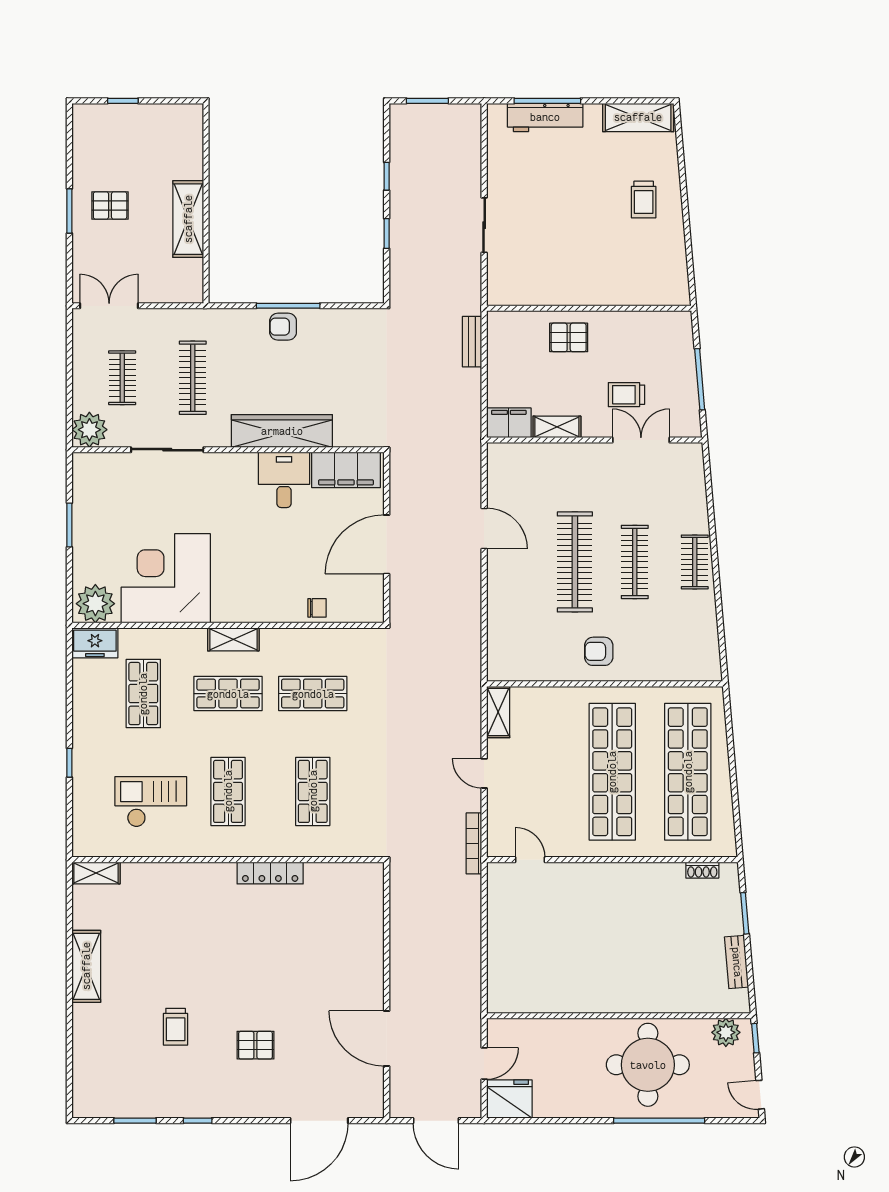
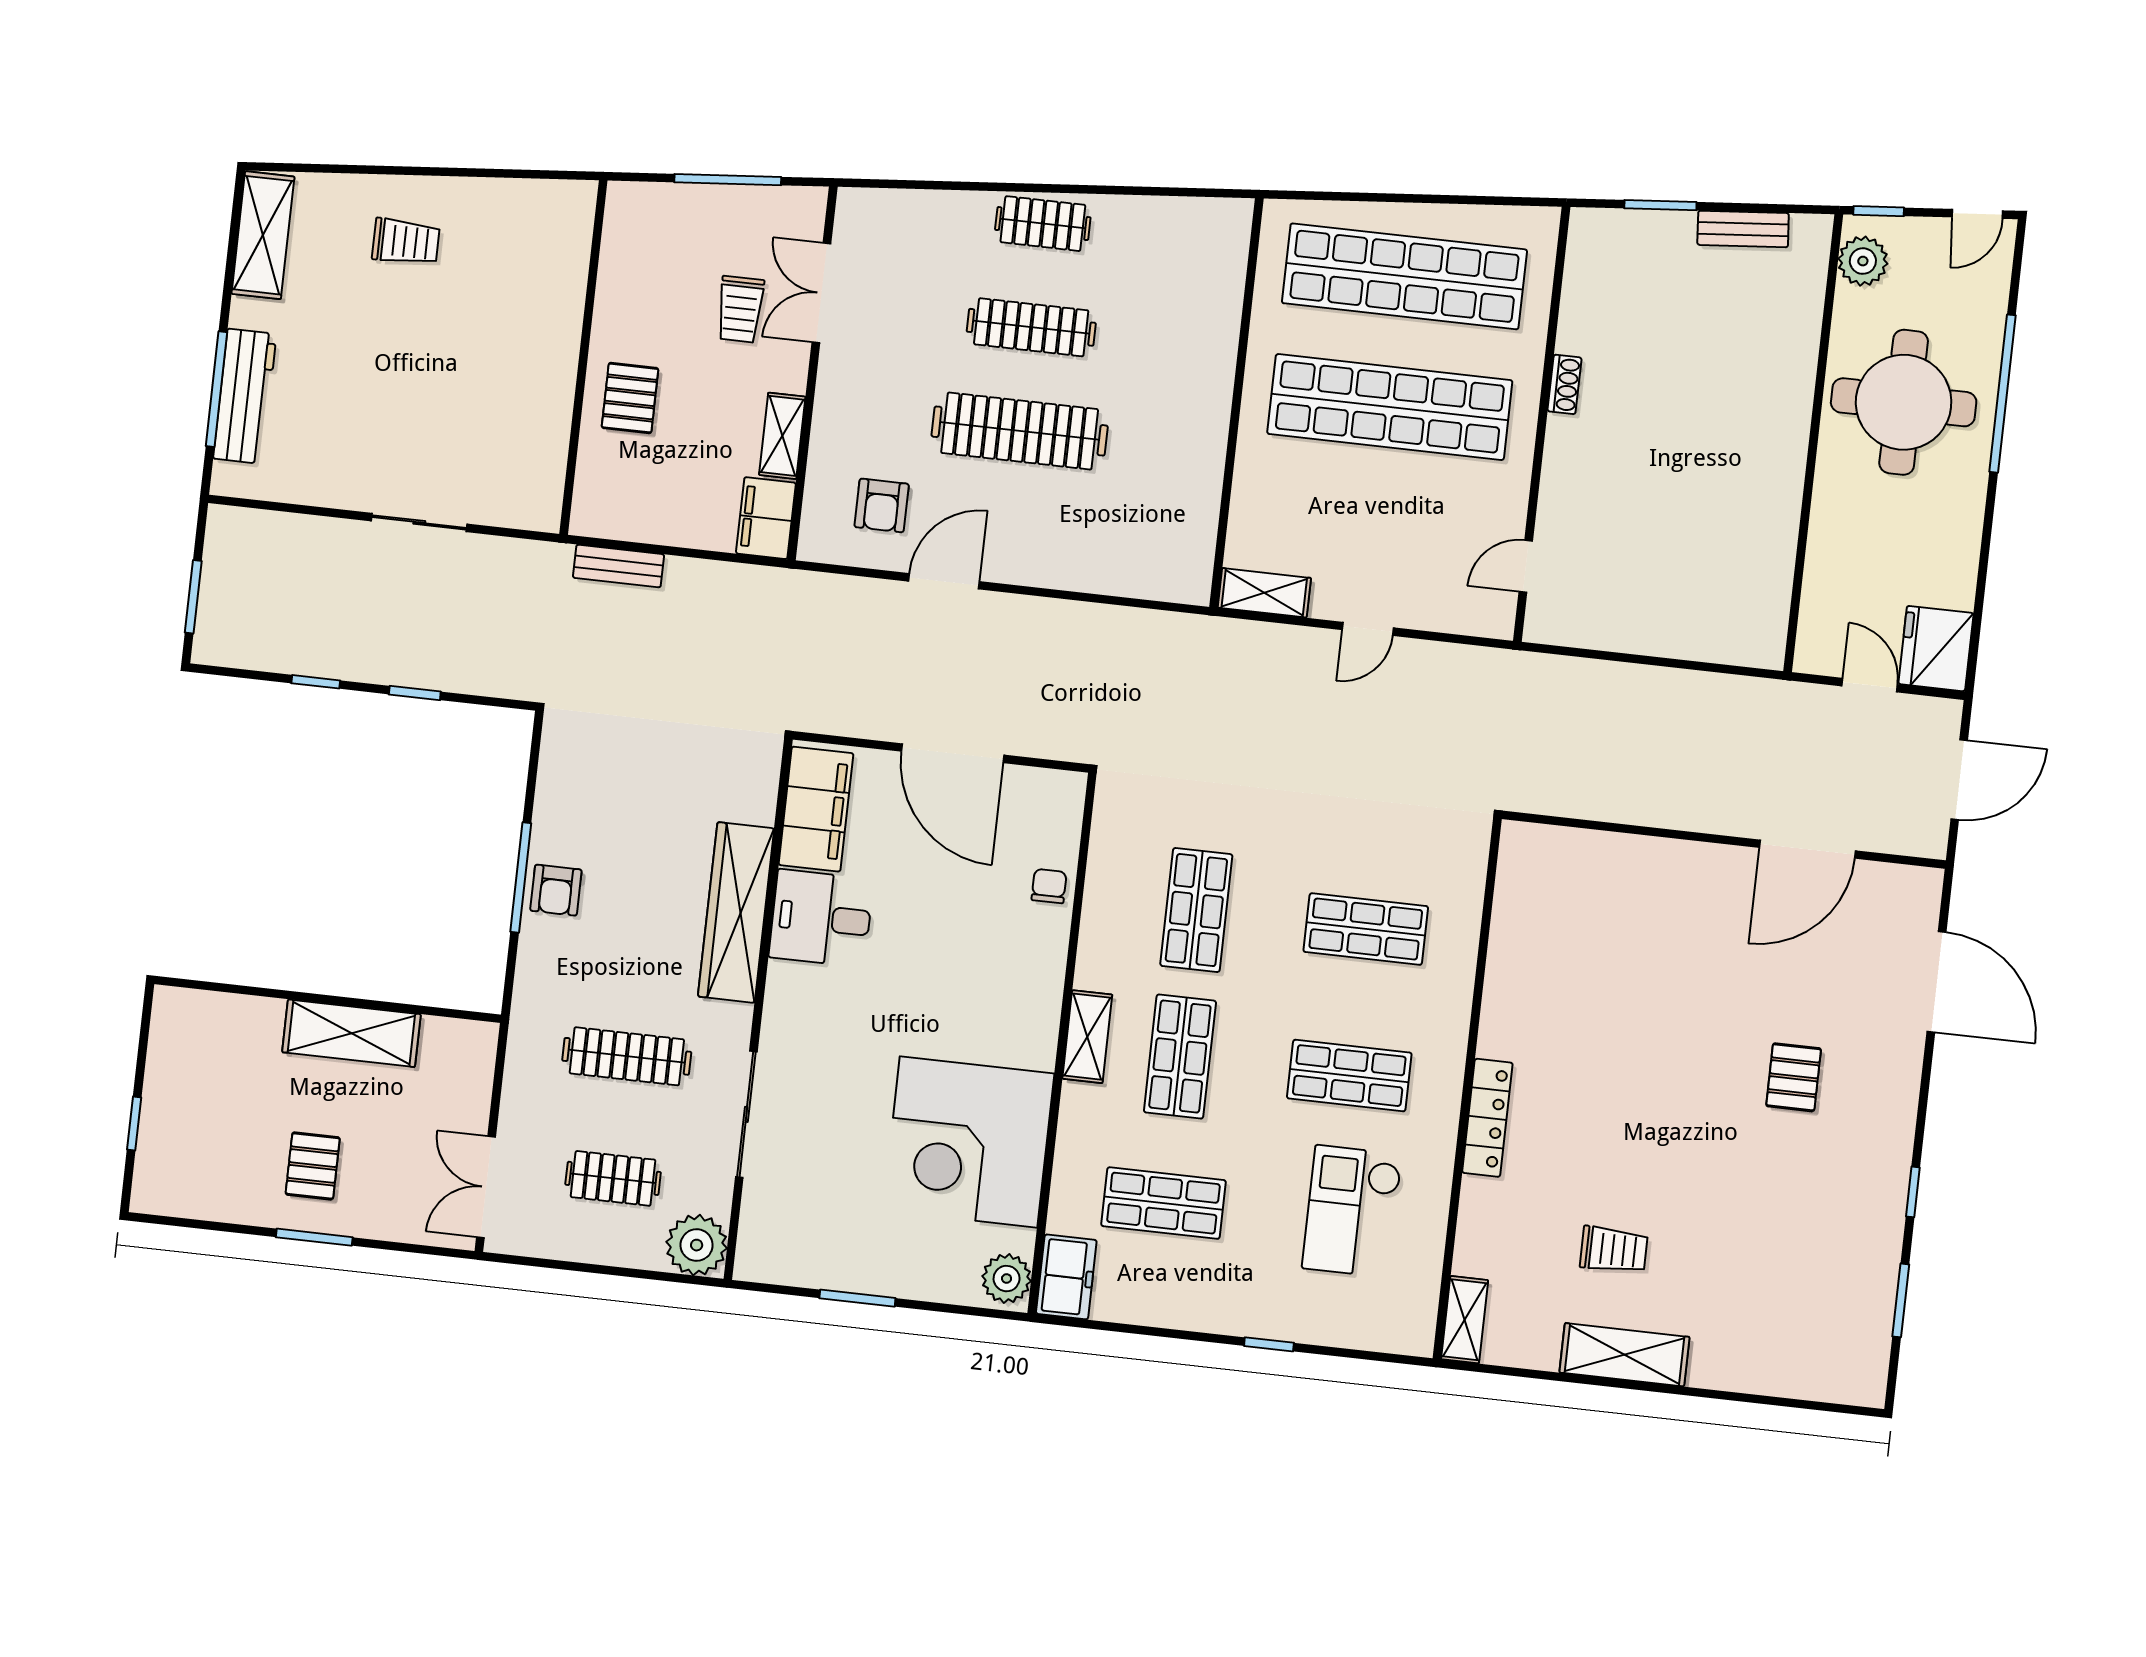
plant: (95, 604) -> (1007, 1279), width x0.73, depth x0.73
armchair: (599, 651) -> (882, 505), moved
bookcase: (474, 843) -> (1487, 660), removed
shoe rack: (702, 870) -> (1565, 384), moved
locker: (270, 873) -> (1487, 1118), moved
trolley: (176, 1027) -> (1614, 1250), moved

